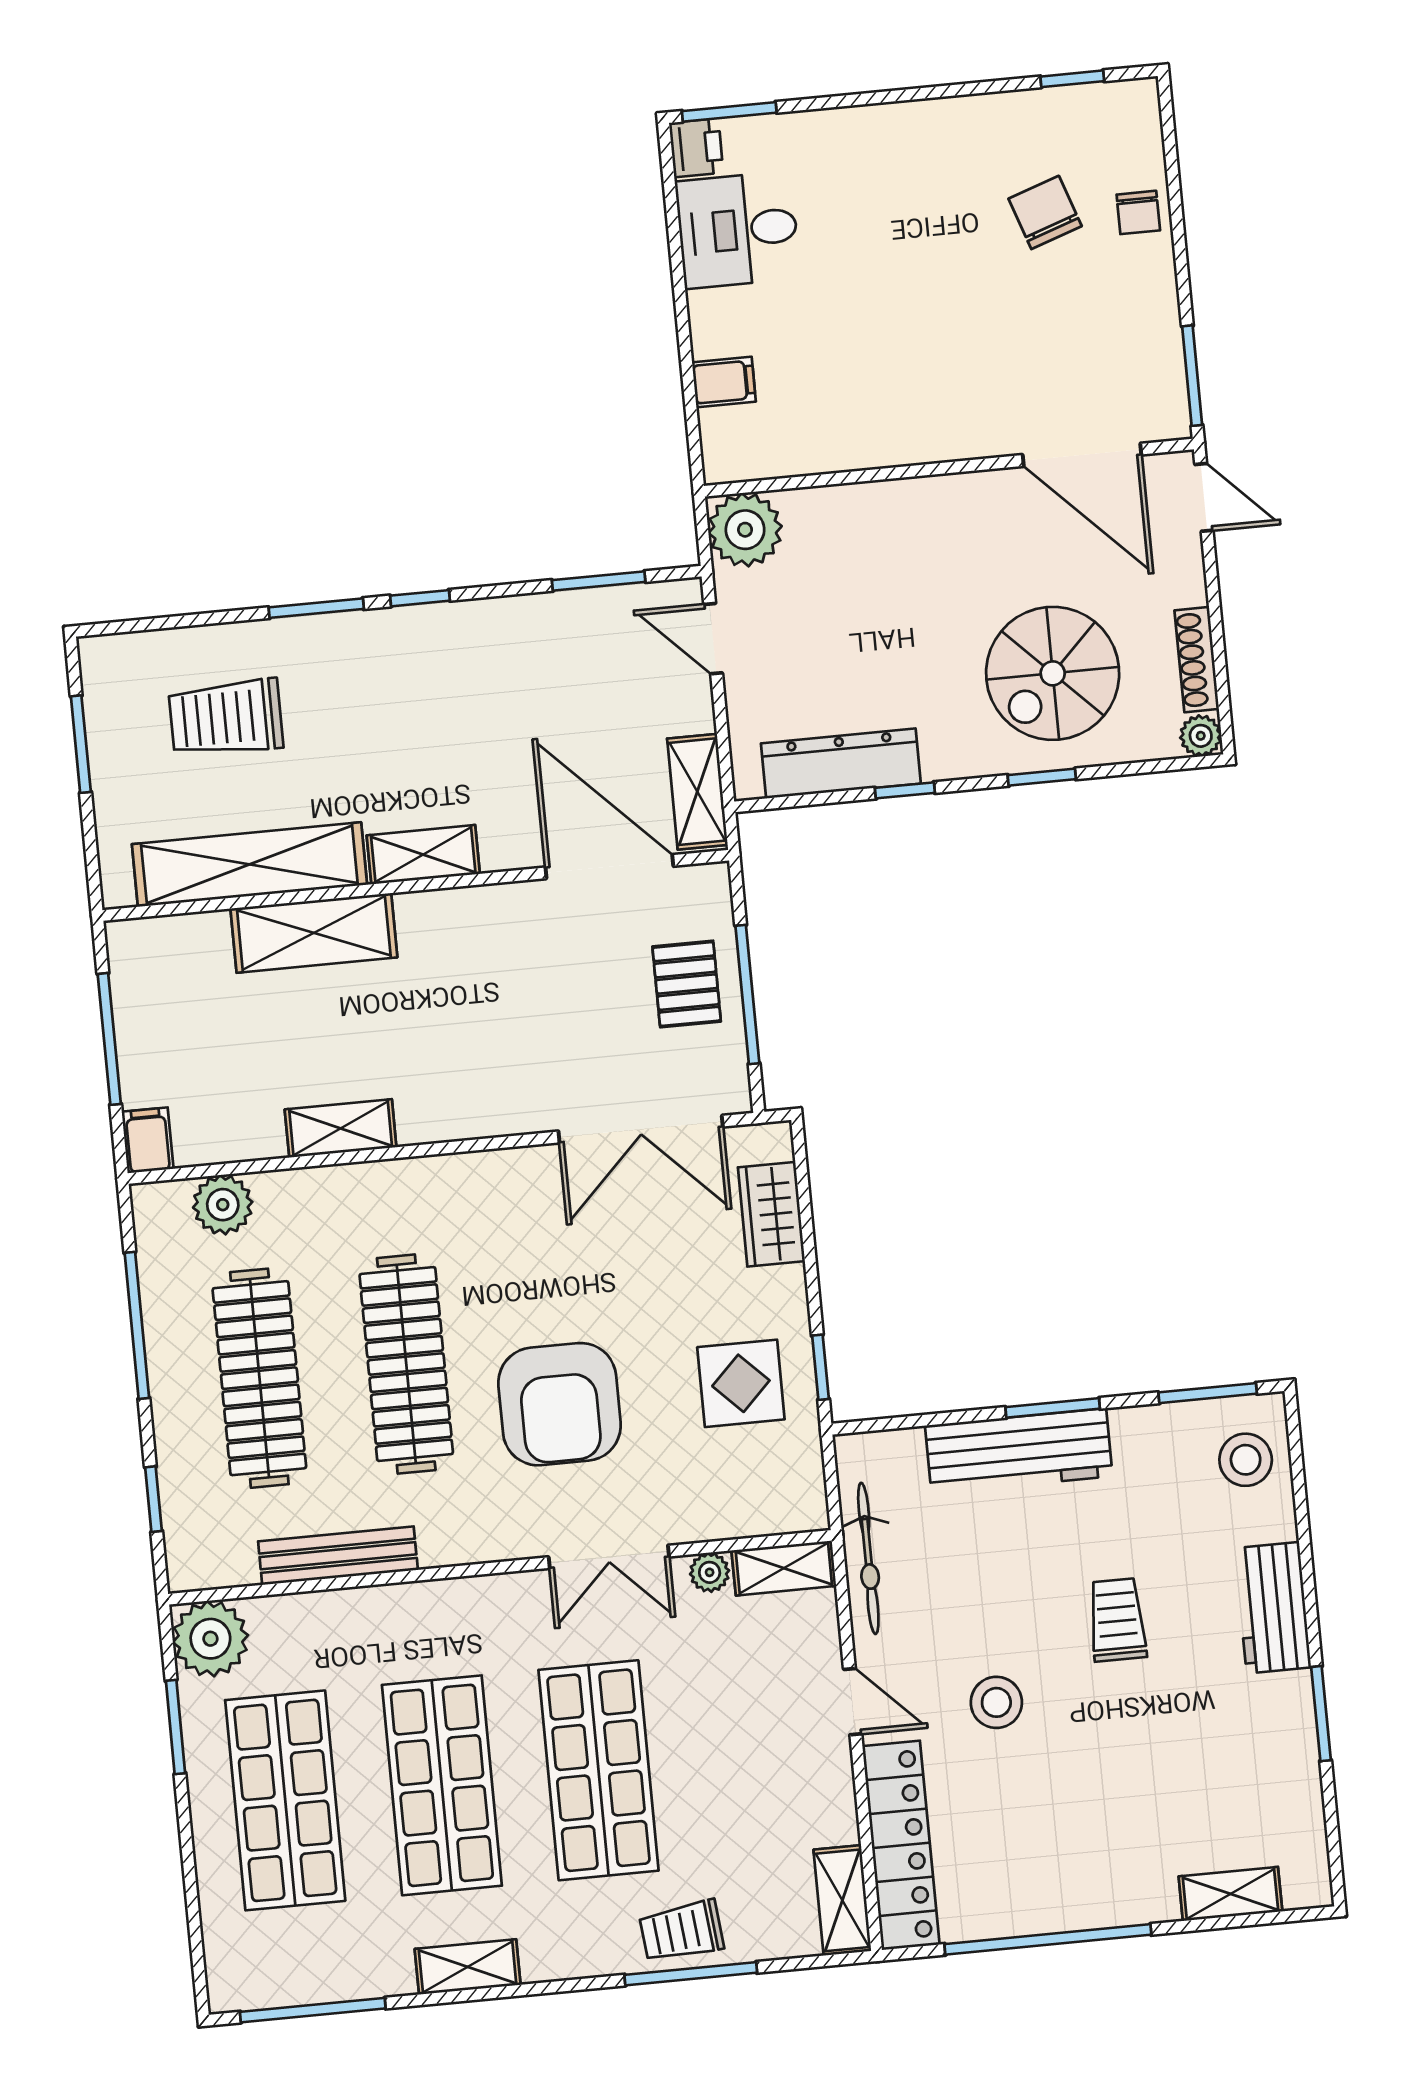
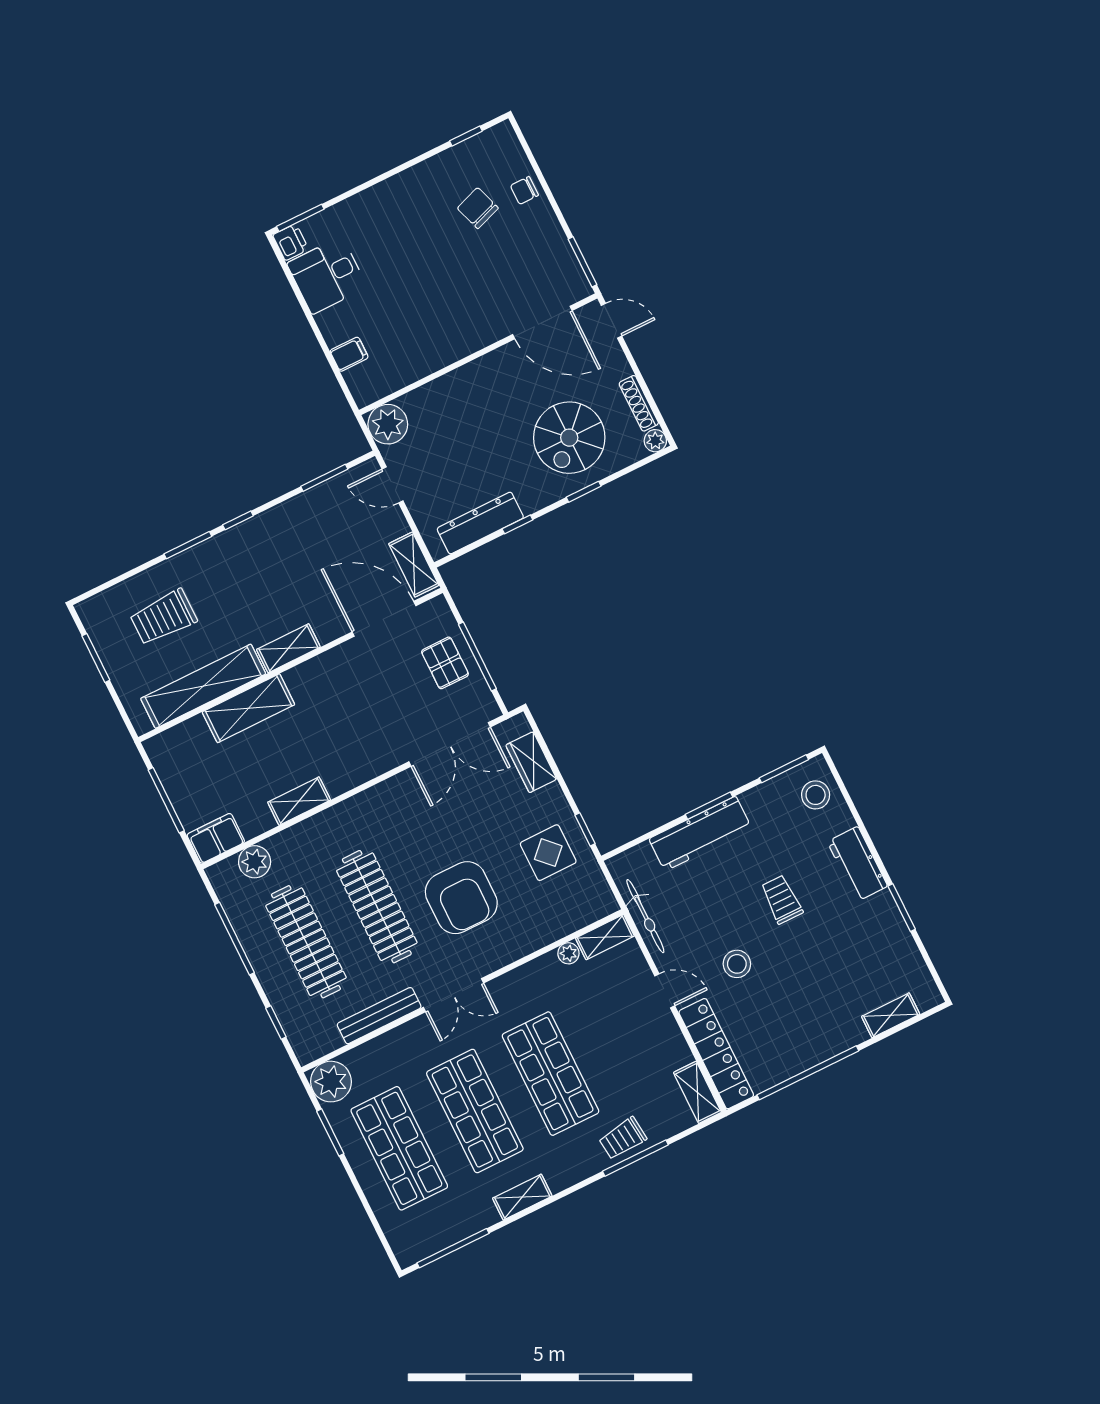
chair: (1138, 212) -> (524, 190), turned 90
filing cabinet: (148, 1140) -> (216, 838), width x2.00
double door: (609, 1557) -> (454, 995), moved

